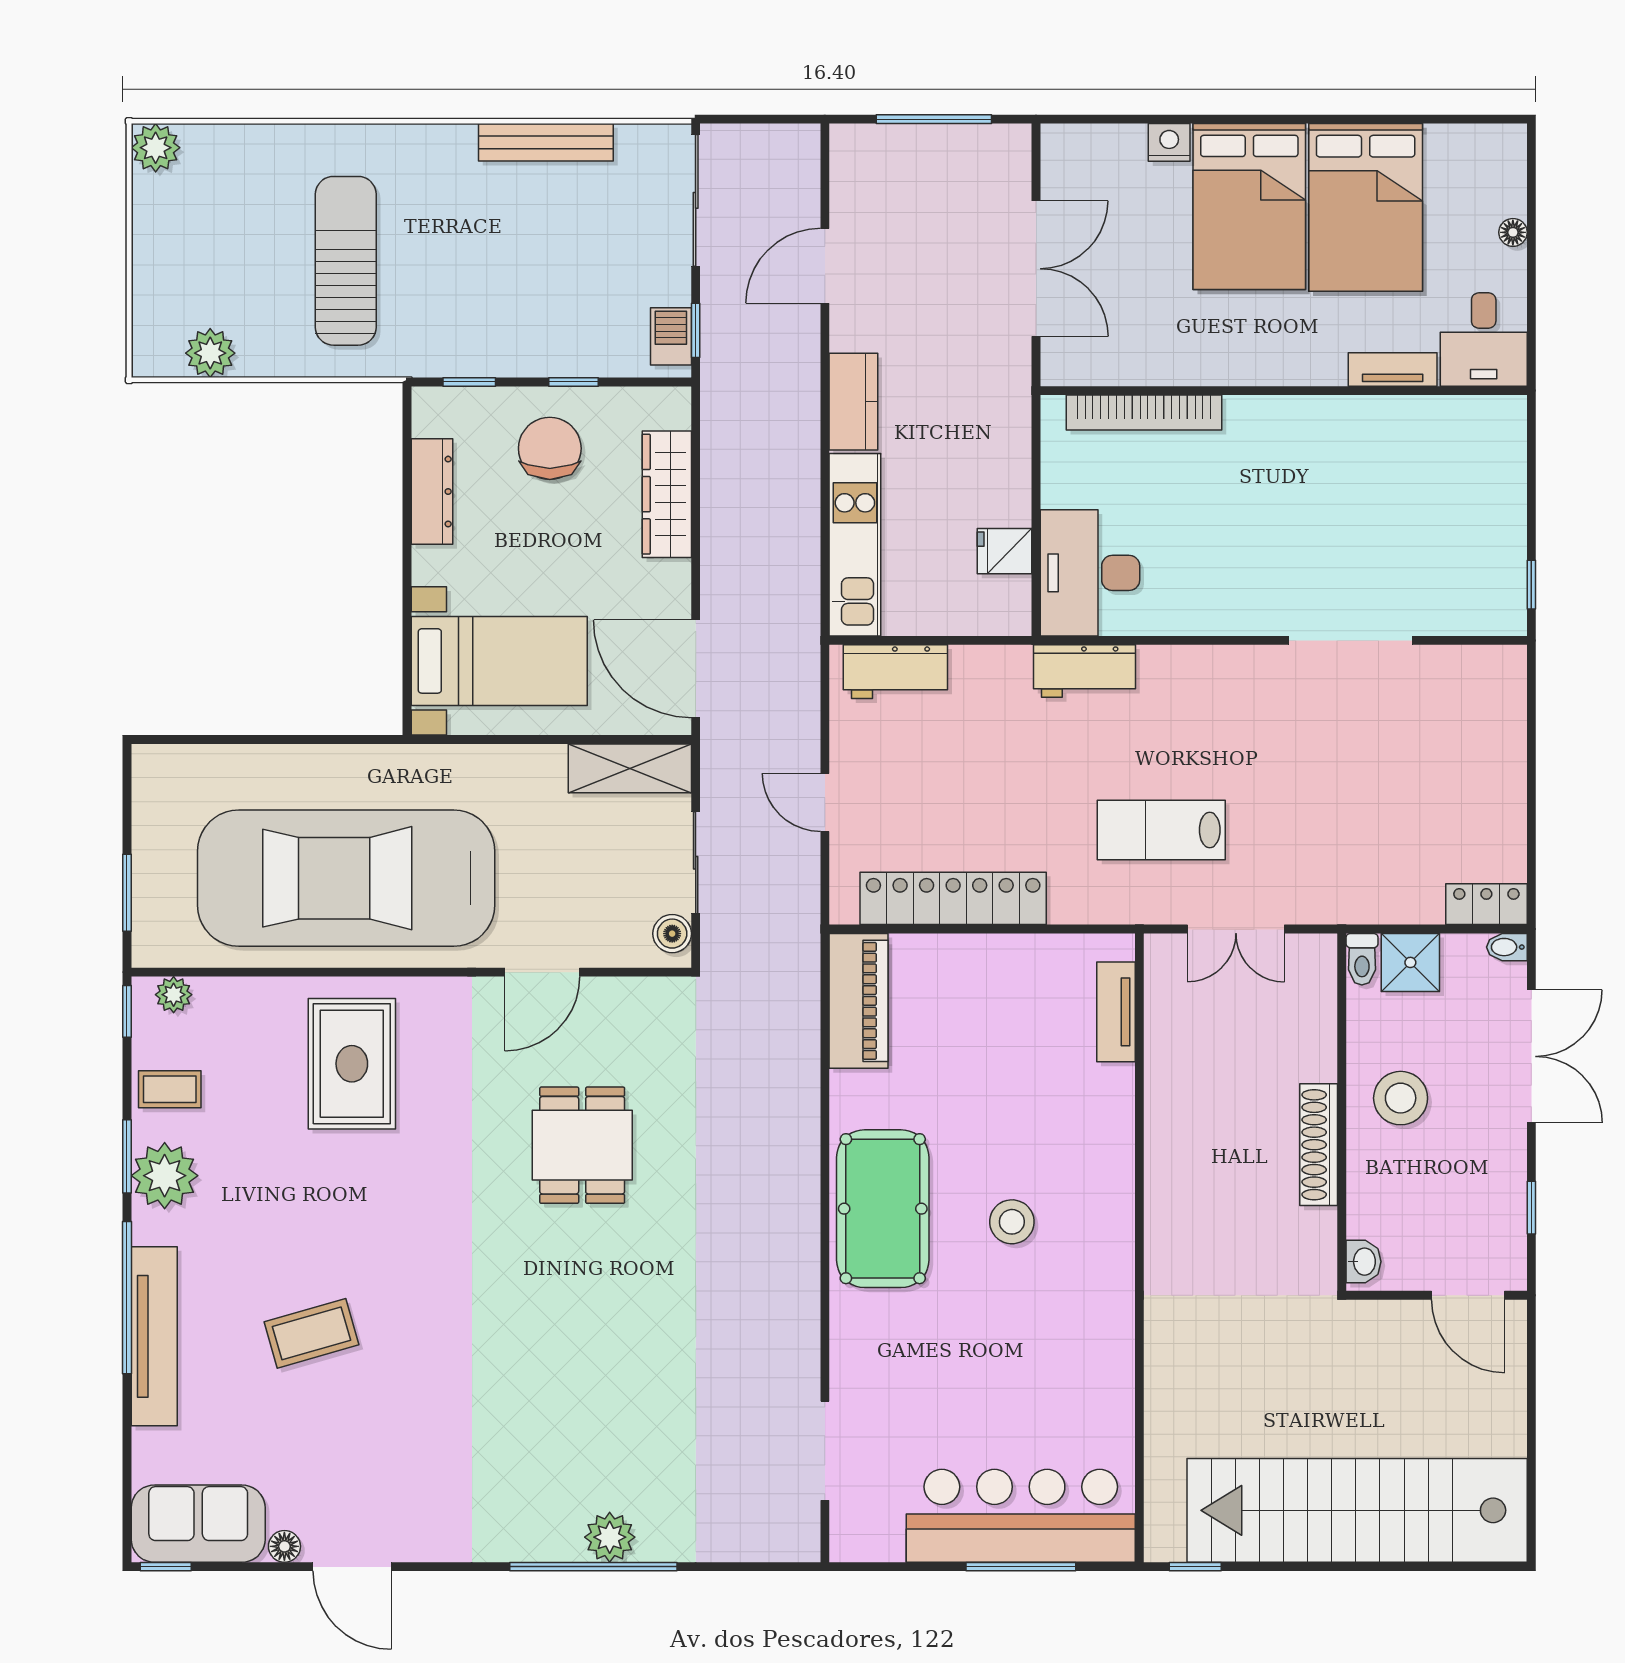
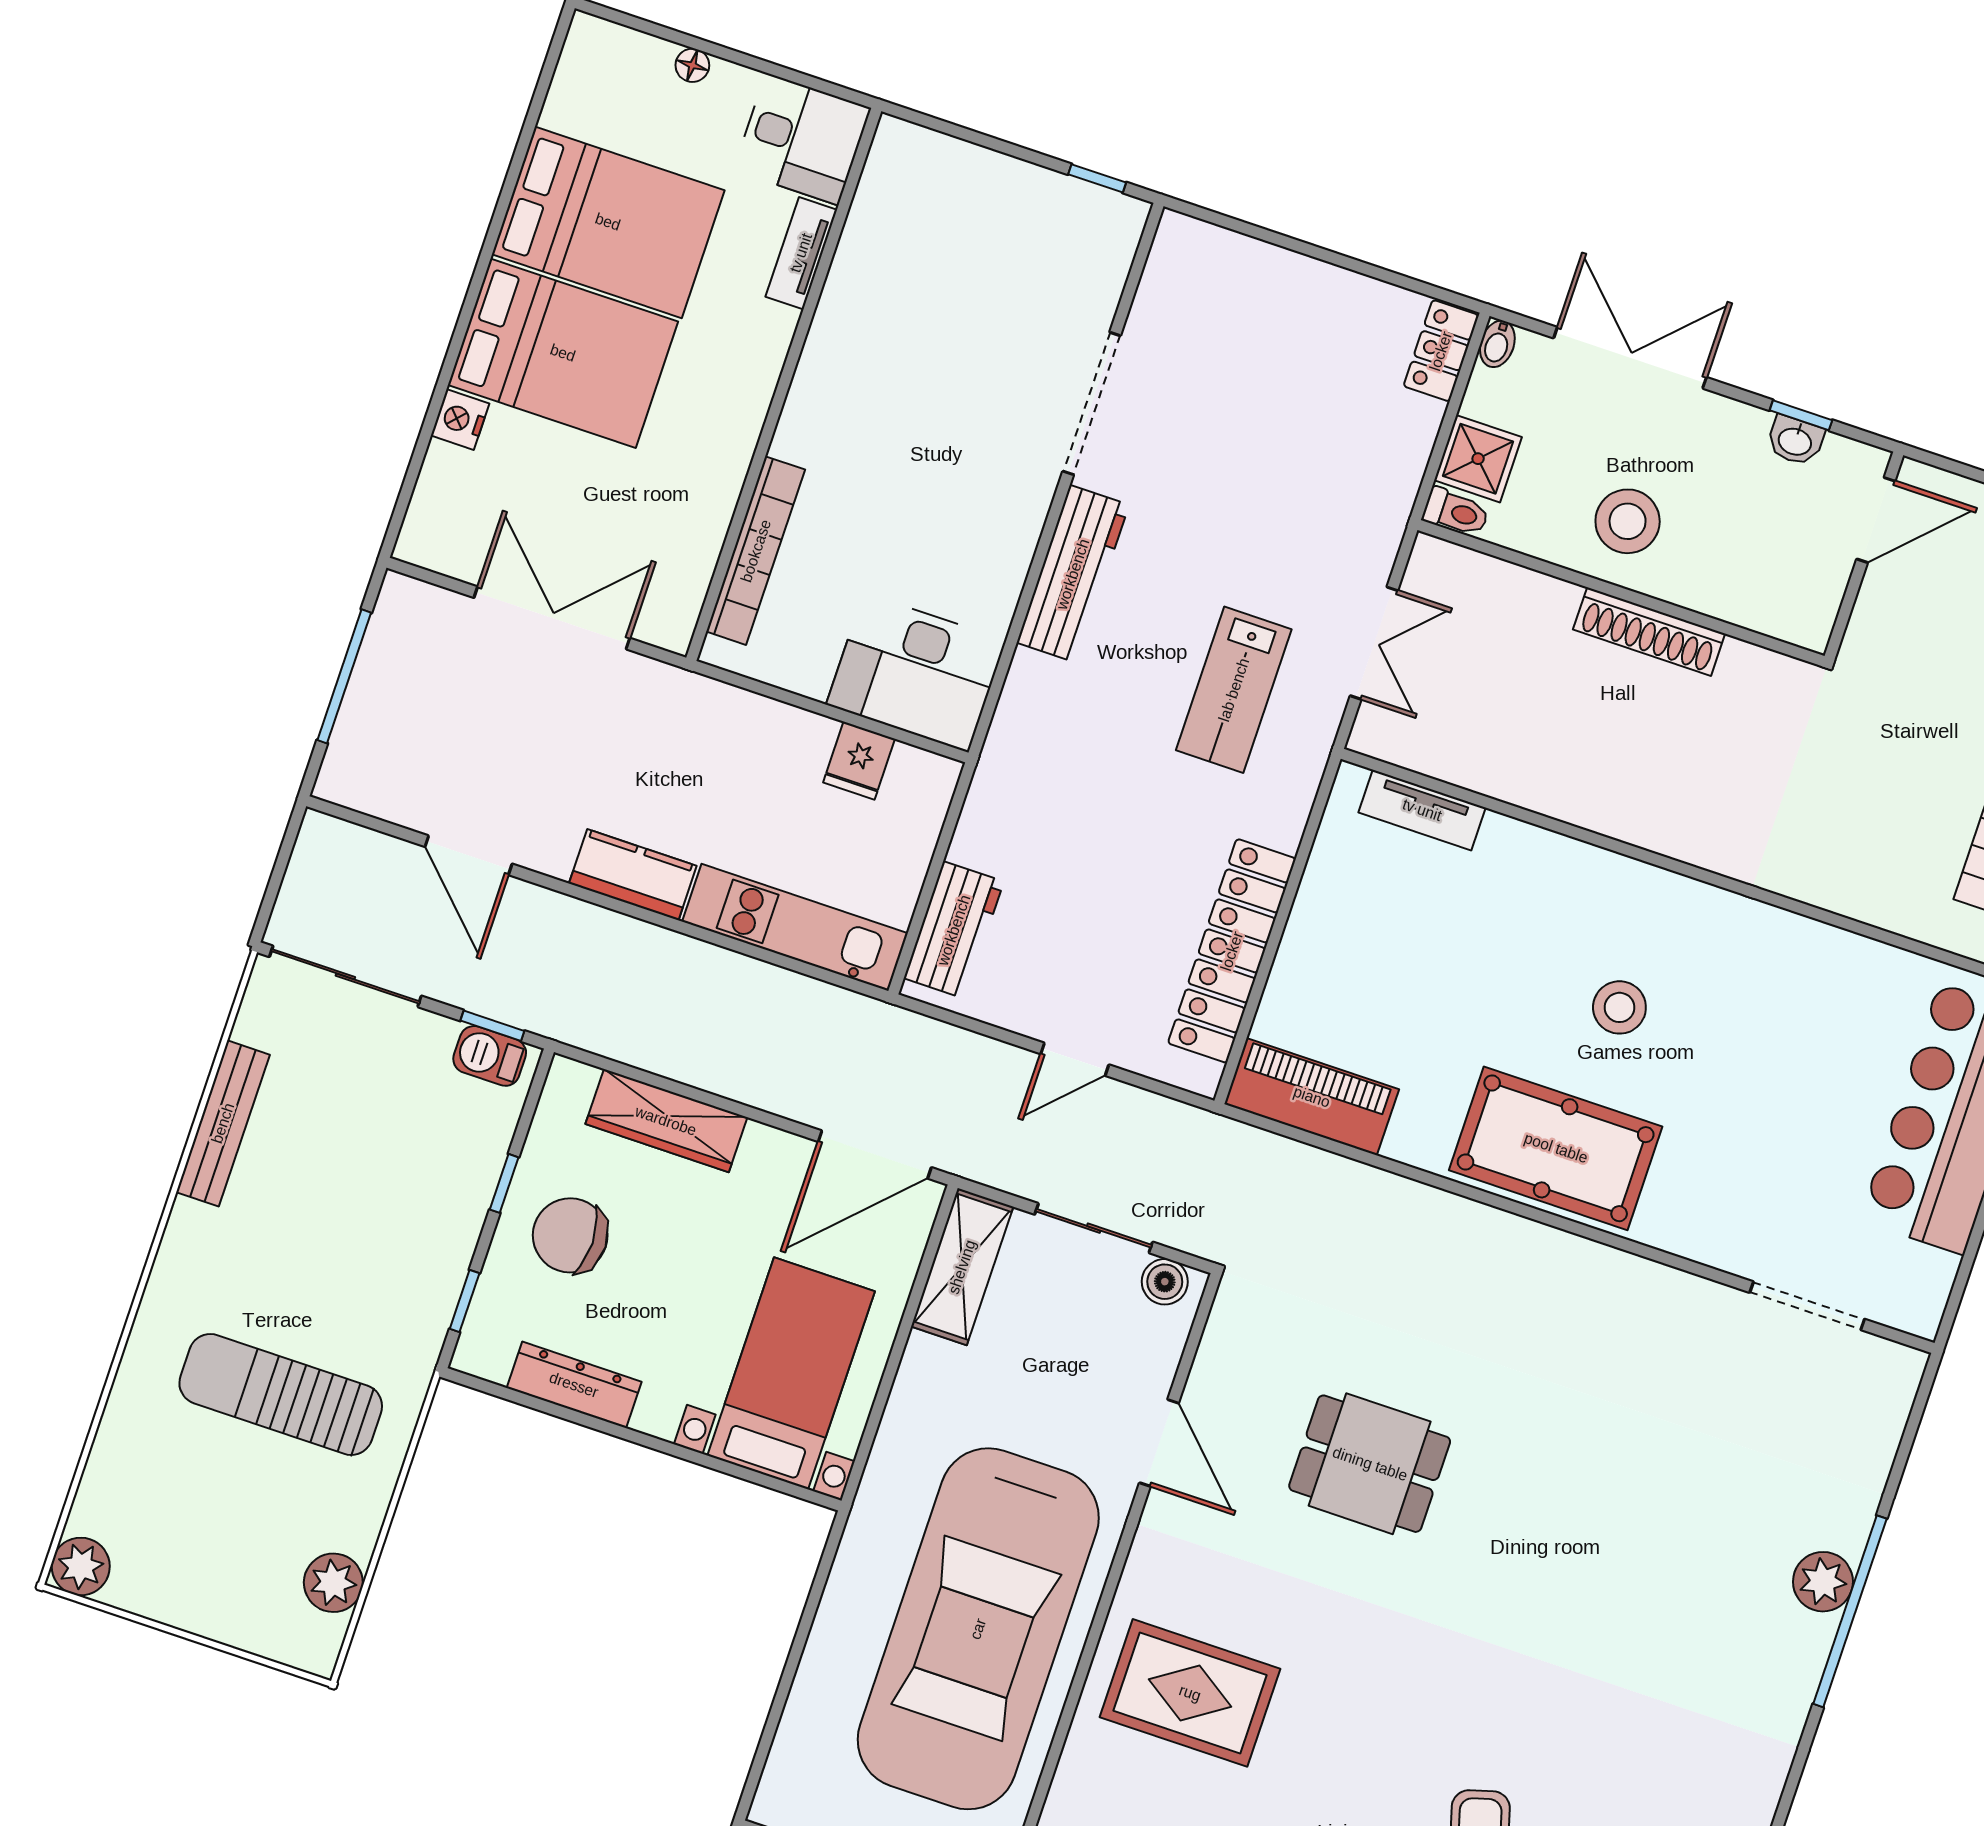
workbench: (1084, 671) -> (1073, 574), moved, width x1.37
washbasin: (1363, 1262) -> (1795, 441), moved, turned 180

